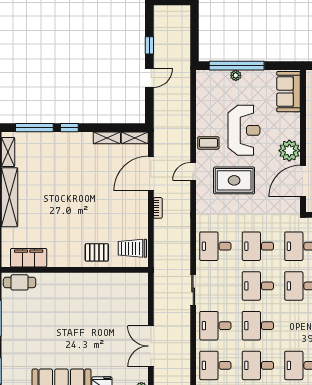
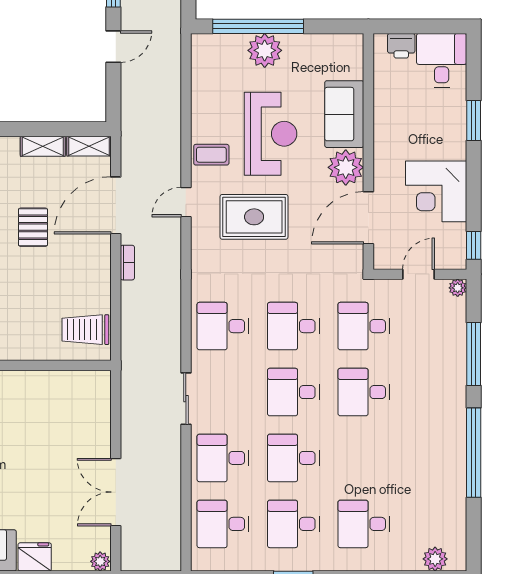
plant: (236, 75) -> (265, 50), width x1.87, depth x1.87
sofa: (288, 92) -> (344, 114), moved
pallet: (97, 252) -> (33, 227), moved, turned 90

